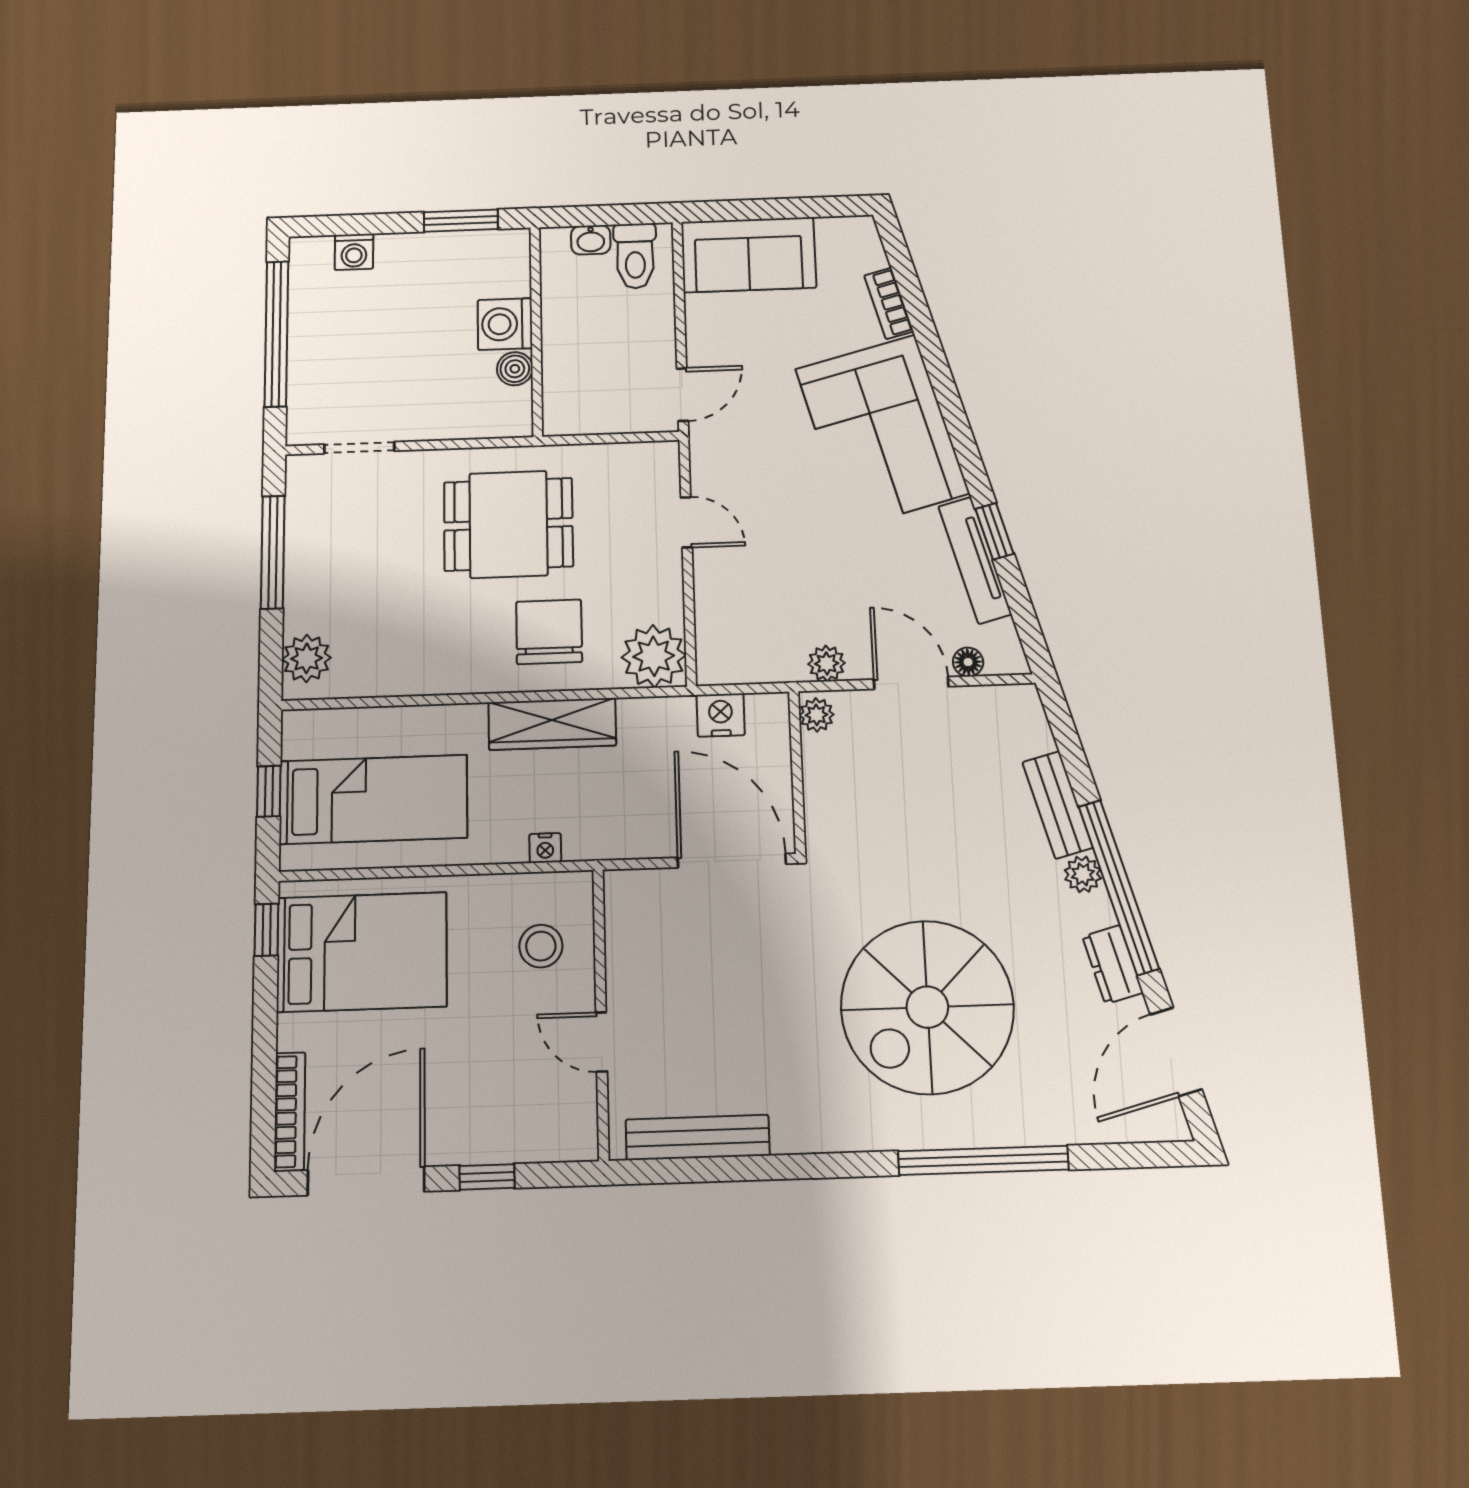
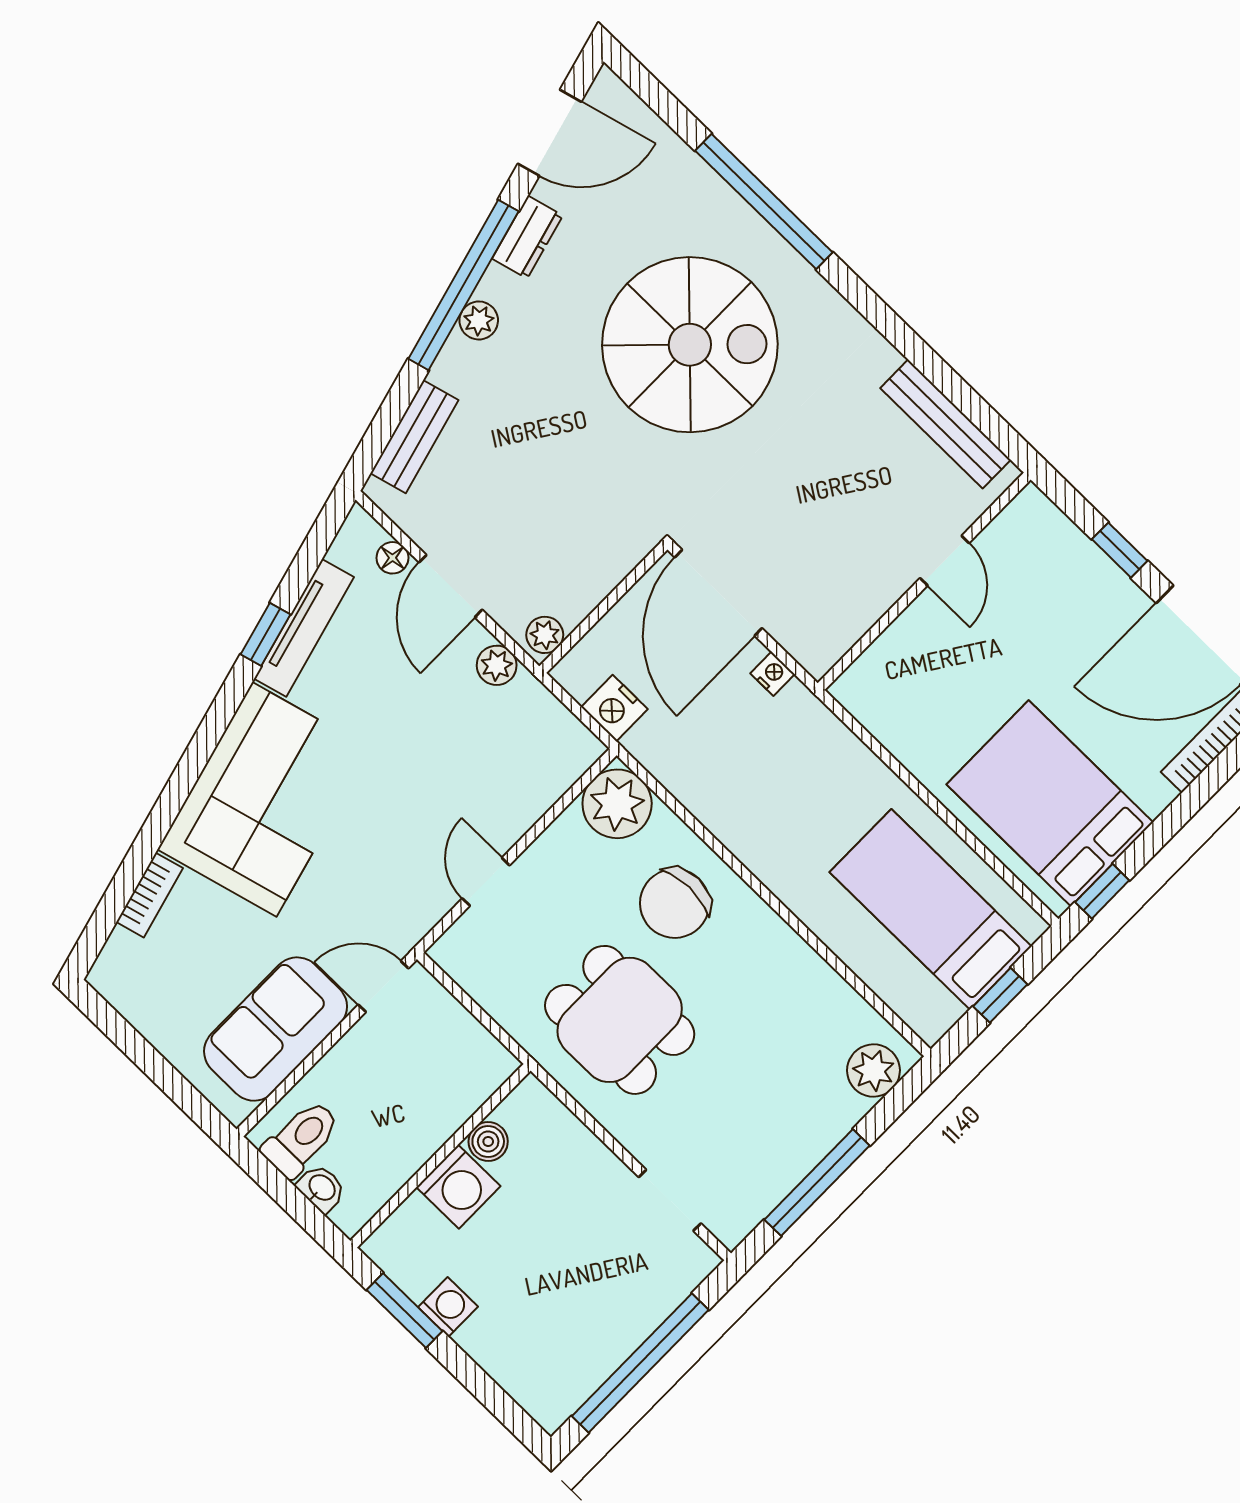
washing machine: (354, 252) -> (448, 1307), moved
sofa: (748, 255) -> (276, 1029), moved, turned -90
wardrobe: (552, 724) -> (744, 830), removed
bench: (1057, 805) -> (414, 437), moved
nightstand: (545, 848) -> (772, 674), moved
stool: (541, 946) -> (918, 674), removed

